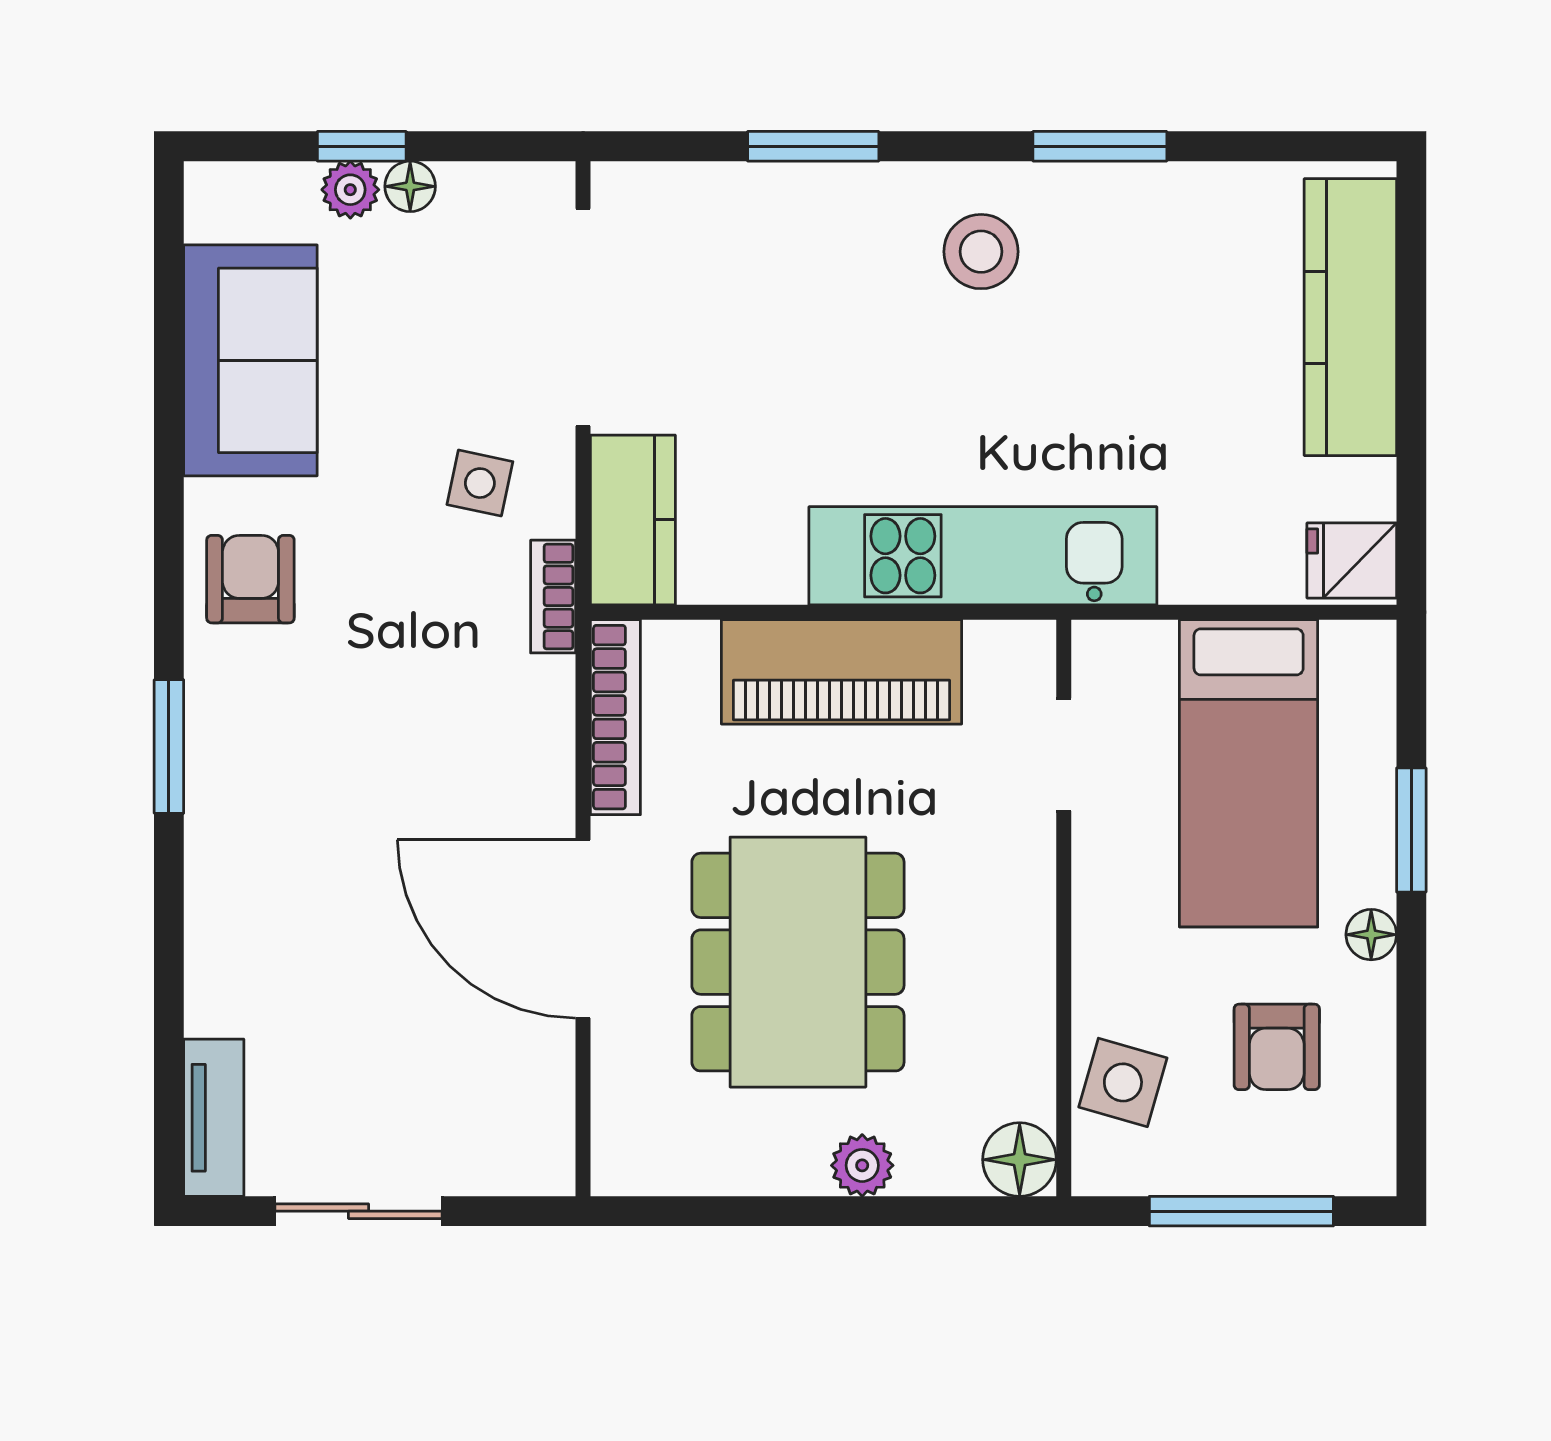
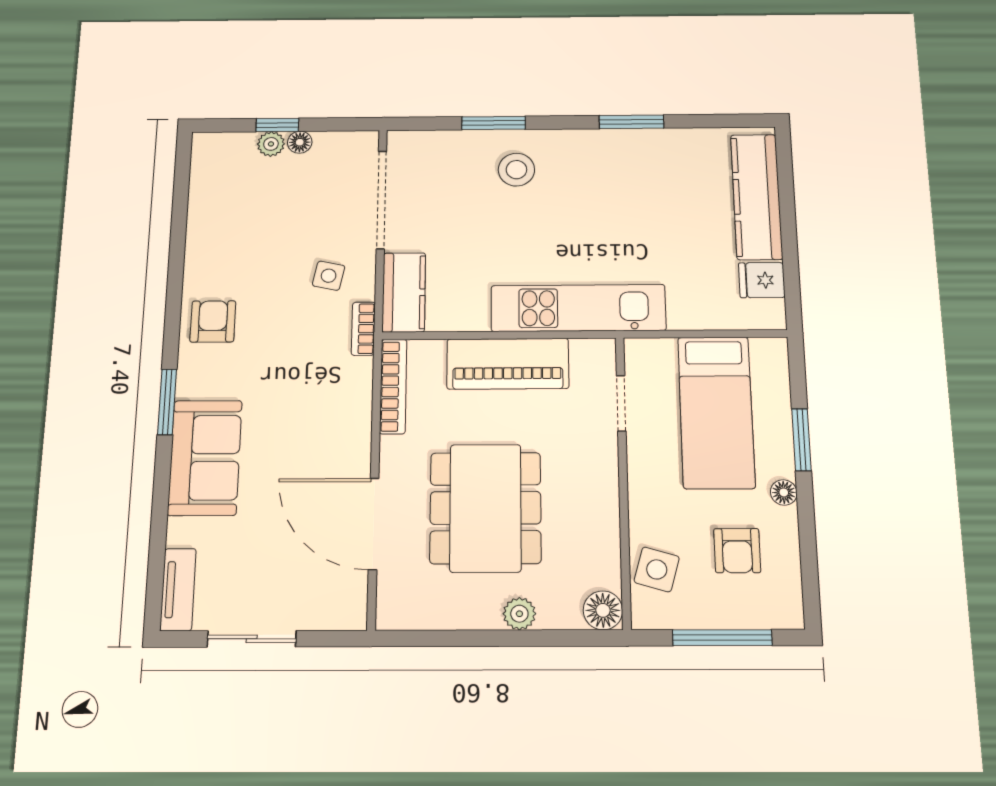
stool: (981, 252) -> (516, 170), moved
sofa: (250, 360) -> (205, 458), moved
fridge: (1352, 561) -> (762, 280), moved
door: (583, 929) -> (374, 524), moved

